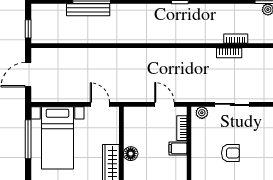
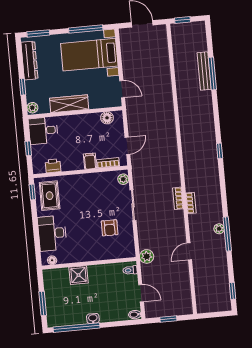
door: (100, 104) -> (122, 89), hinge flipped
armchair: (230, 153) -> (110, 228), moved
floor lamp: (131, 154) -> (107, 118), moved

